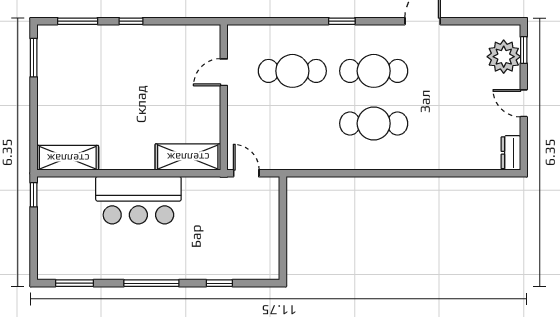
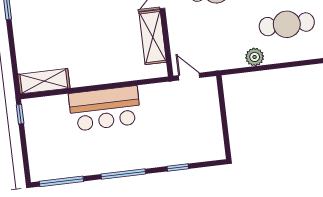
shelving: (188, 157) -> (153, 37), moved, turned 90
plant: (330, 159) -> (255, 57), added
window: (75, 283) -> (61, 181), width x1.44

